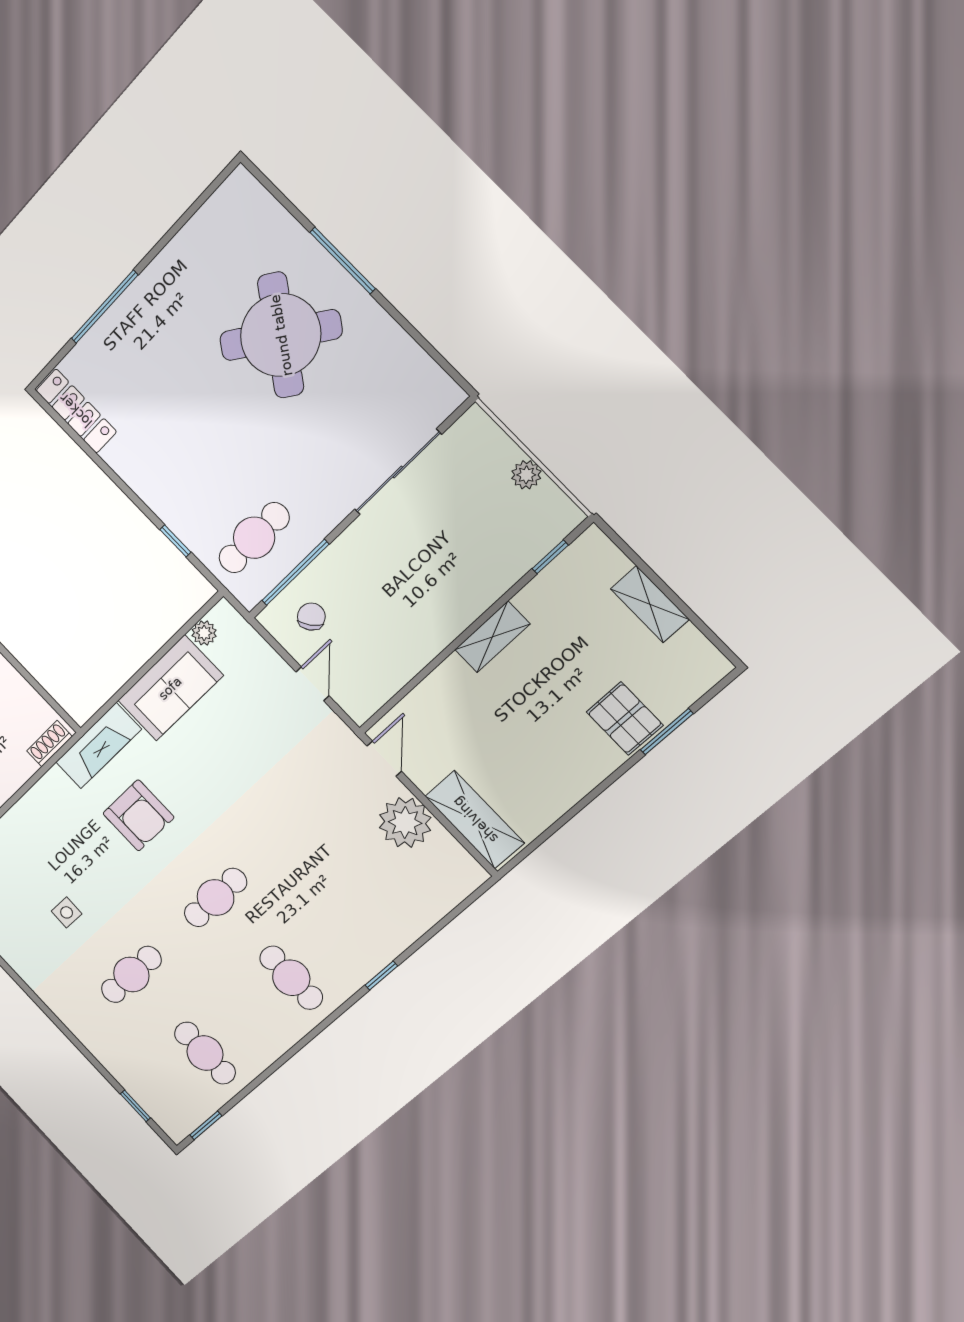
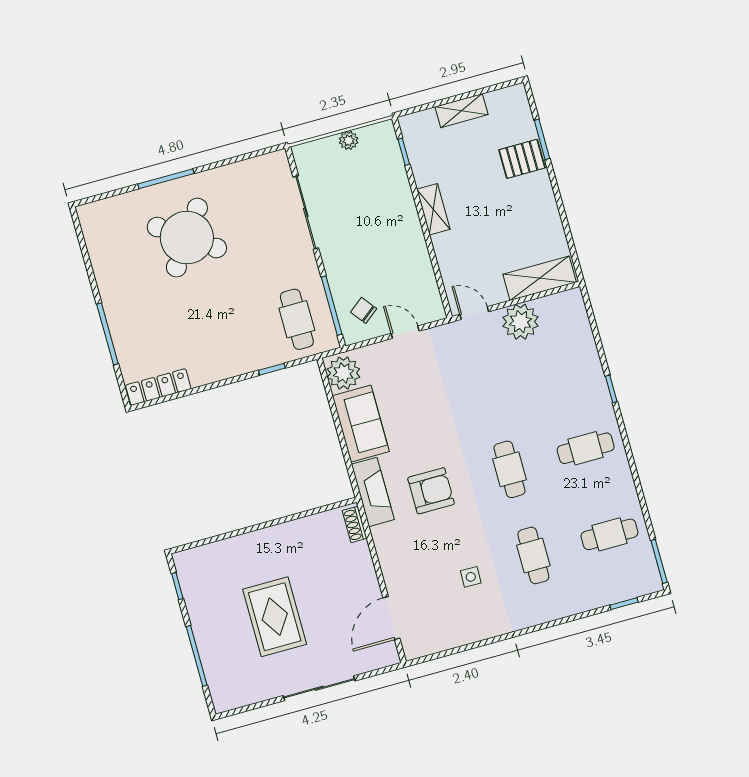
plant: (204, 633) -> (343, 373), width x1.88, depth x1.88
window: (206, 1125) -> (659, 561), width x1.50

